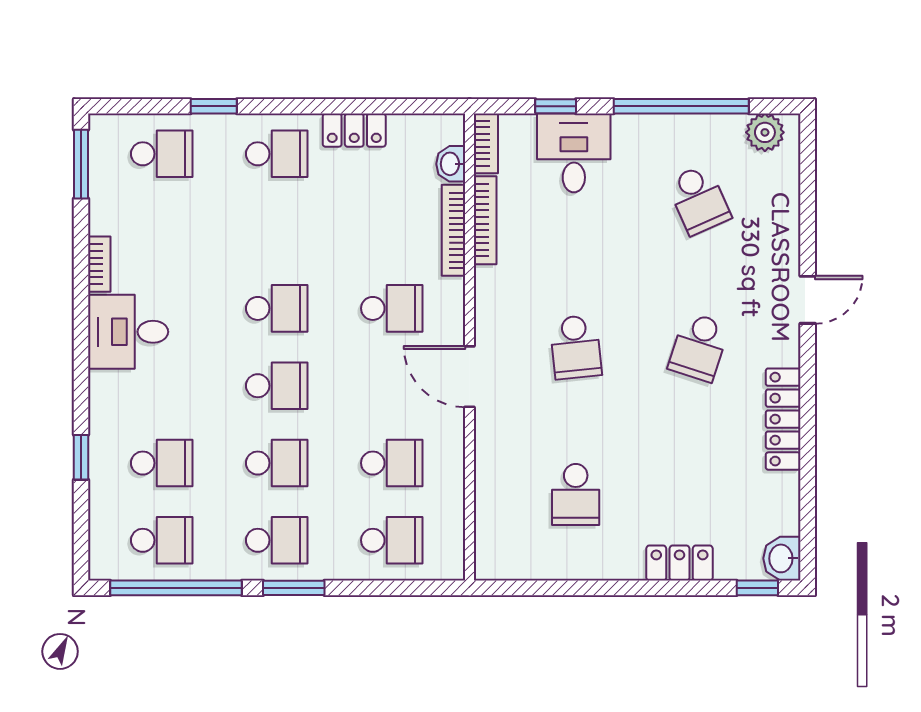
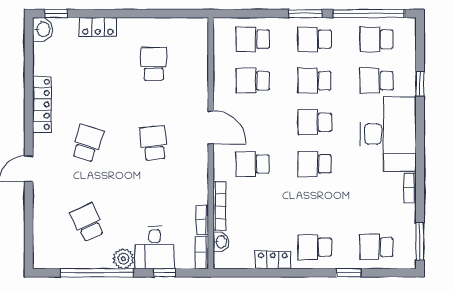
plant: (765, 132) -> (123, 259), moved
bookcase: (485, 220) -> (202, 220), width x0.64
desk: (128, 332) -> (388, 134), width x1.87, depth x1.30

